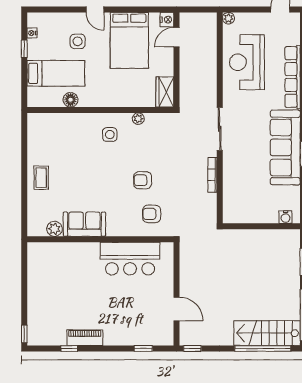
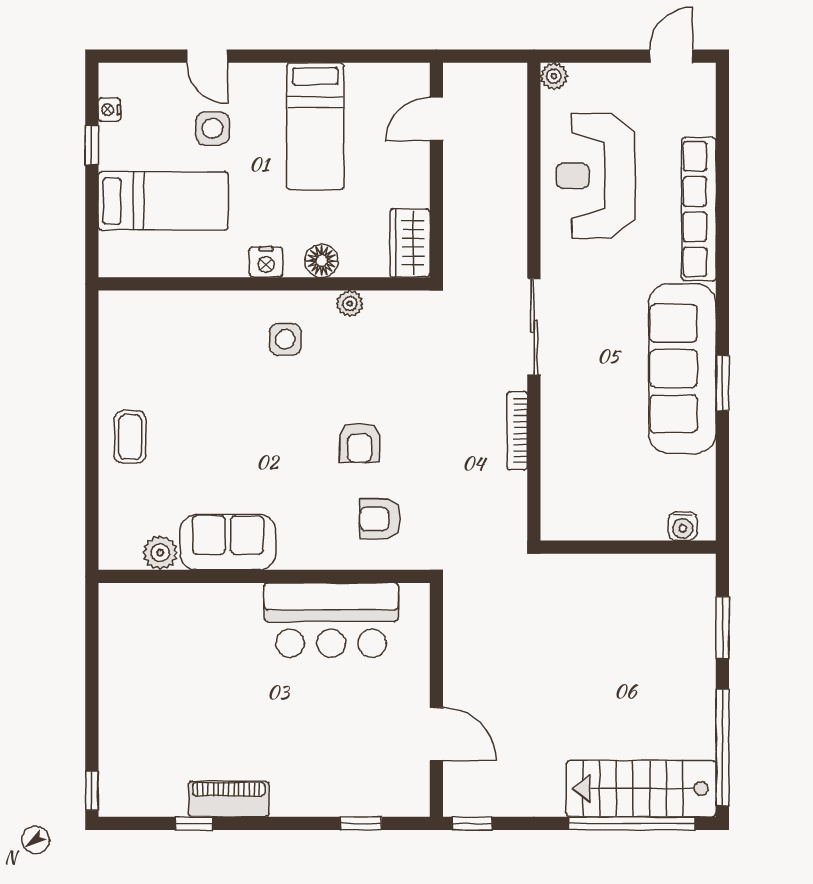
door: (95, 9) -> (207, 56), moved
nightstand: (167, 20) -> (266, 262), moved, turned 90
bed: (129, 40) -> (315, 126), width x0.67
floor lamp: (71, 100) -> (322, 261), moved
armchair: (143, 180) -> (360, 443), turned -90

